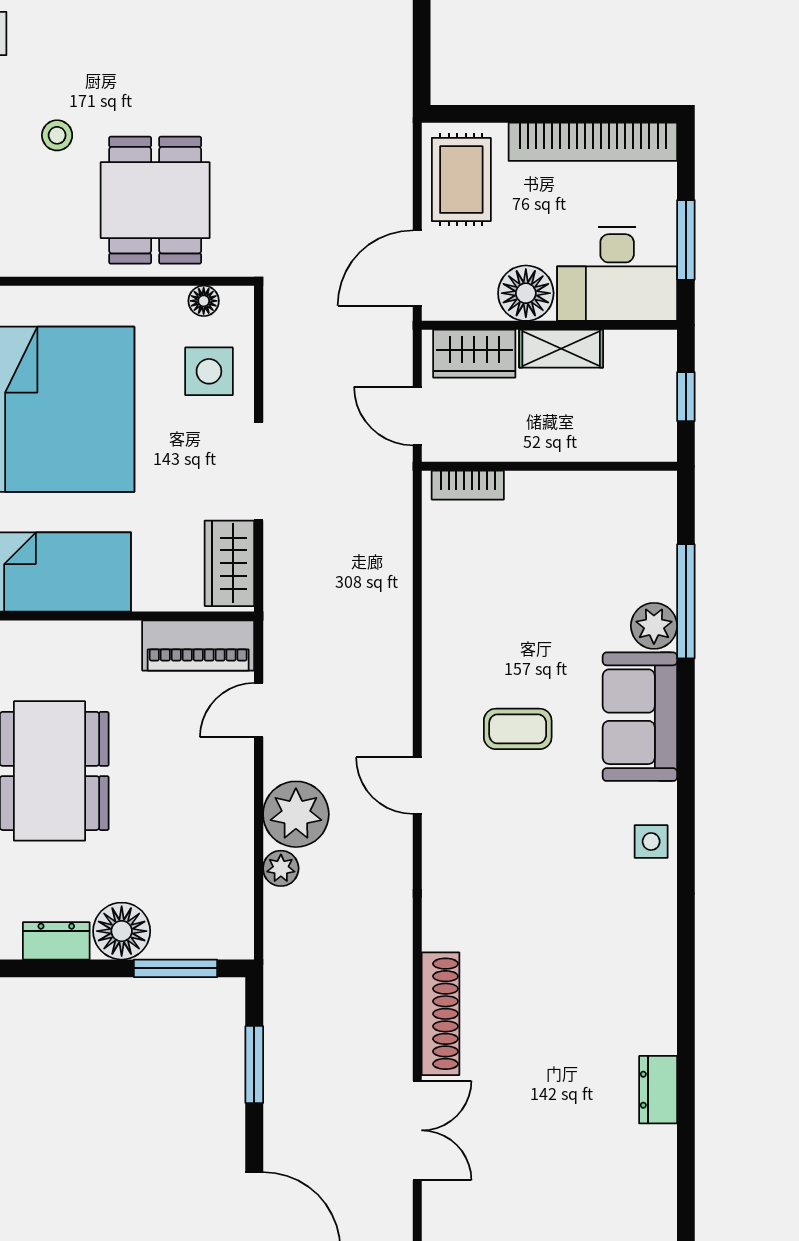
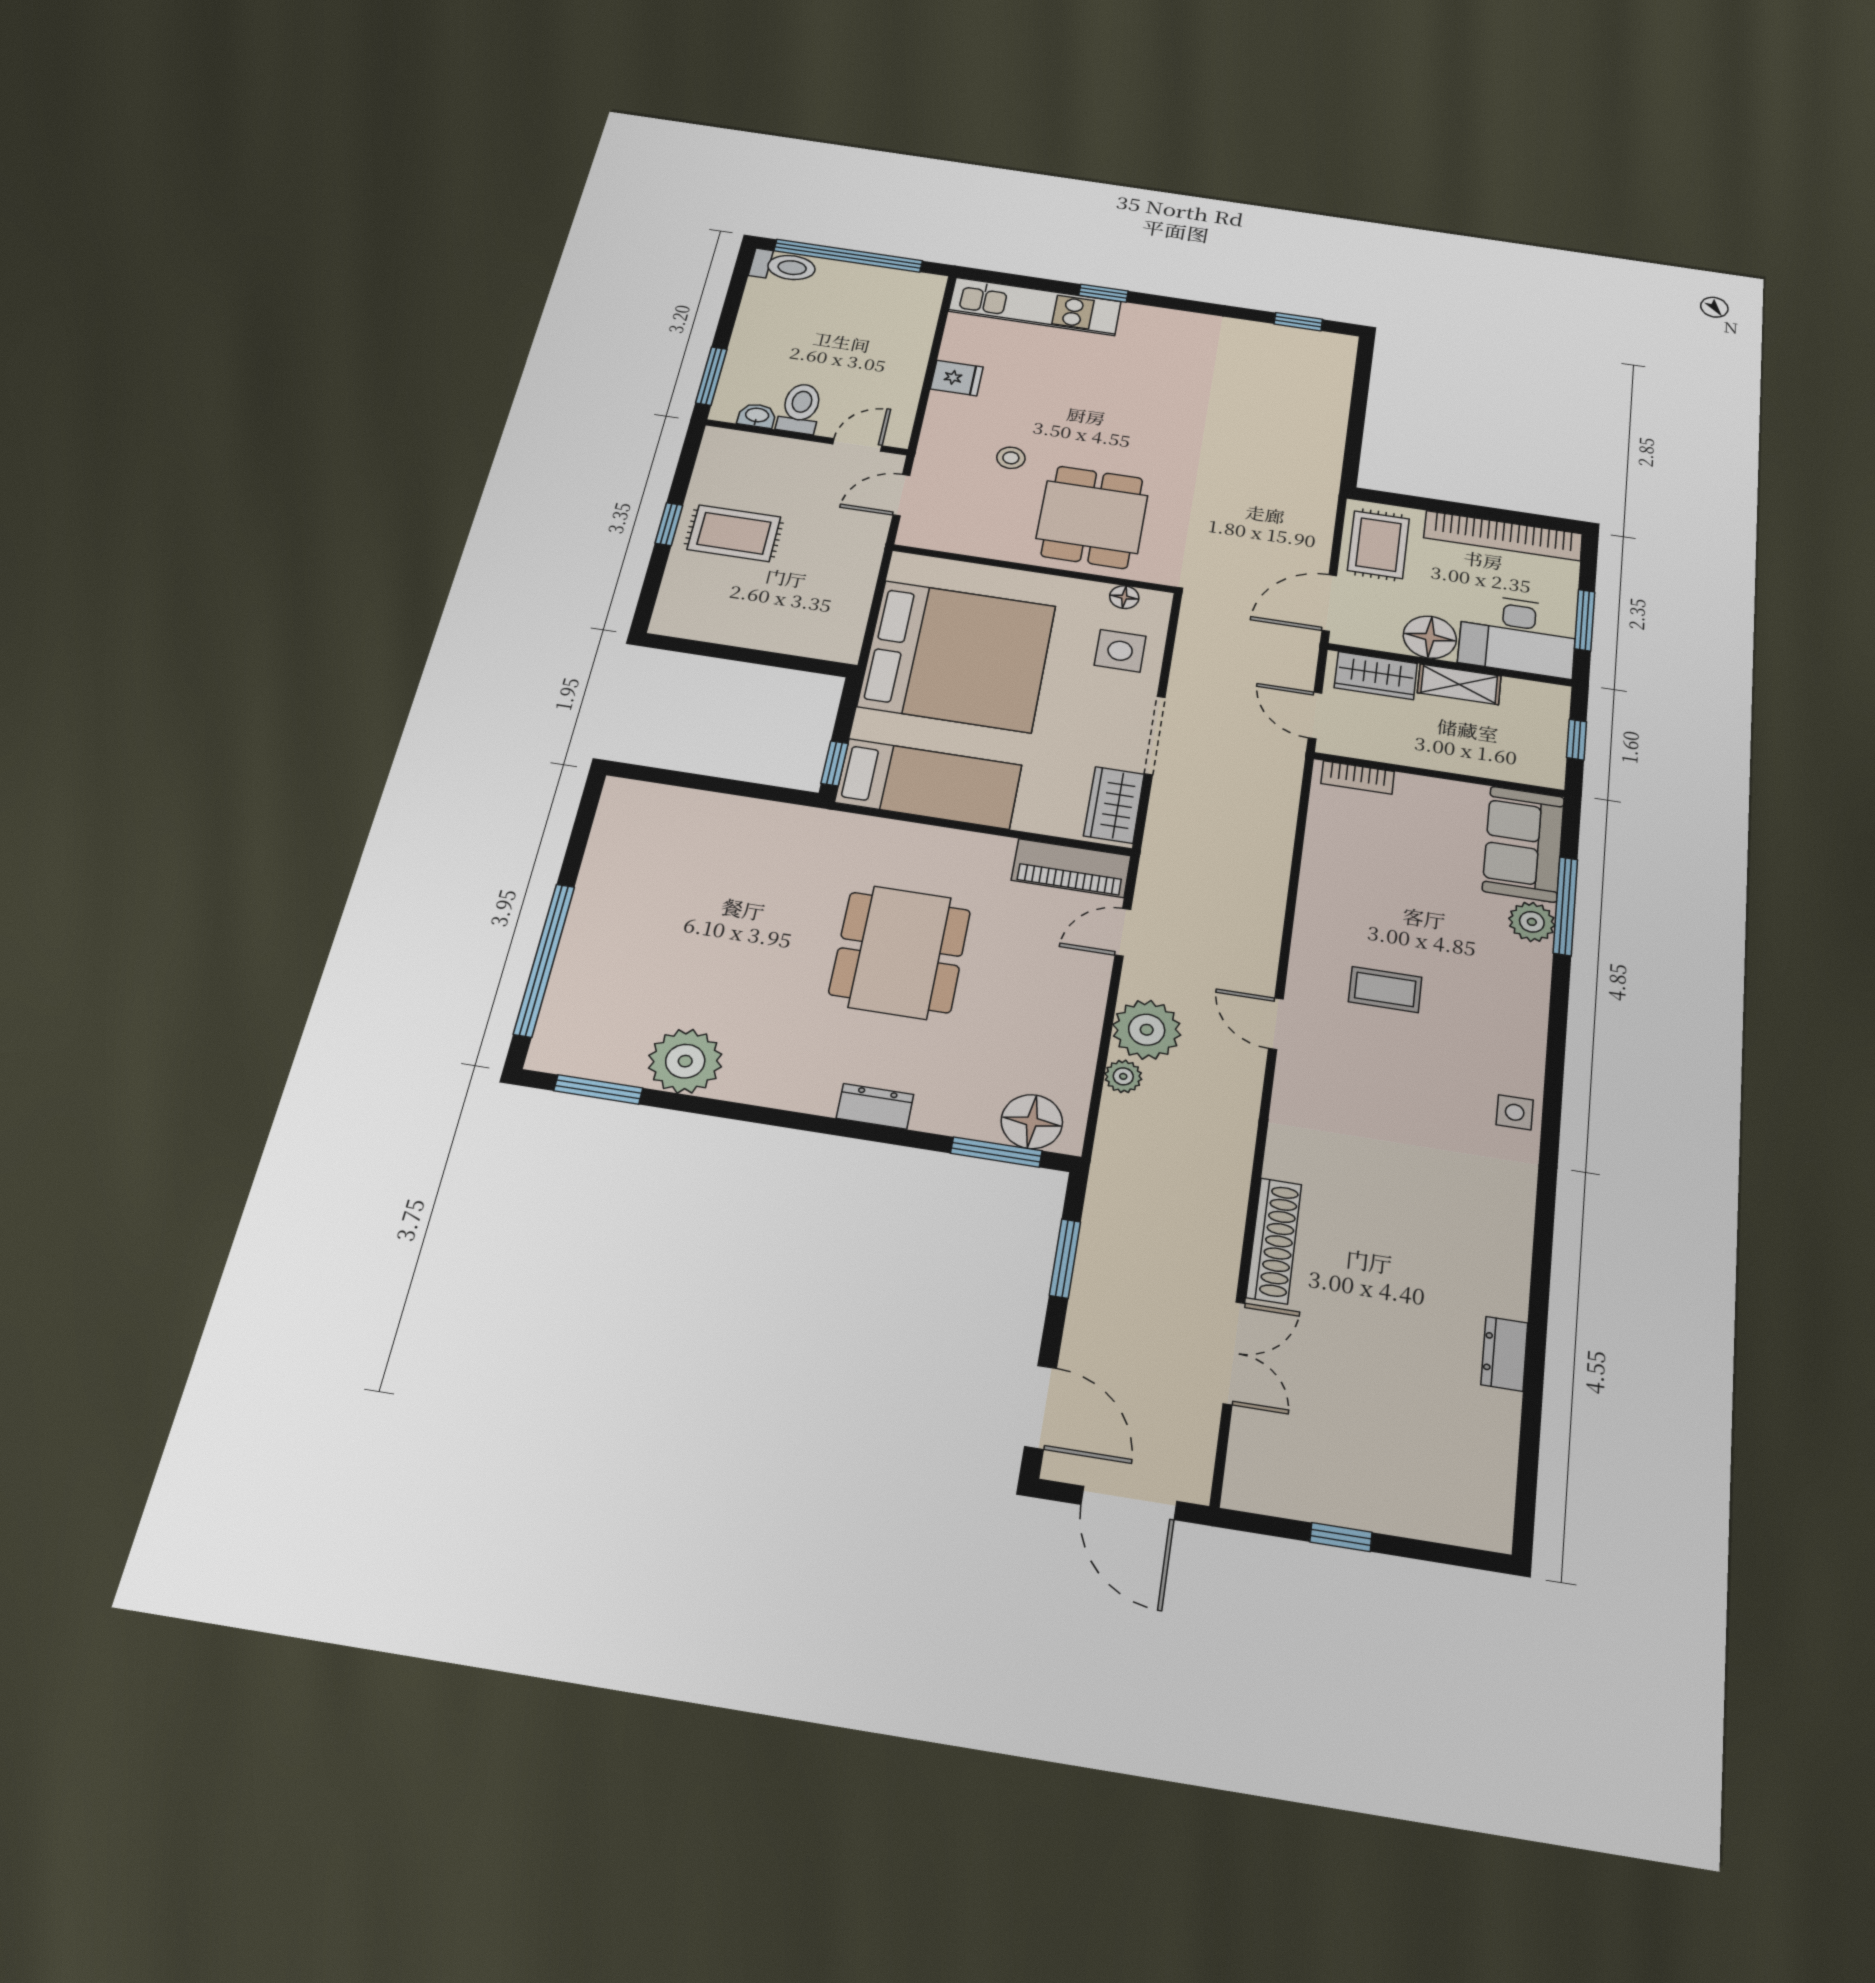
sofa: (640, 717) -> (1523, 844), moved
floor lamp: (122, 931) -> (1032, 1122), moved

